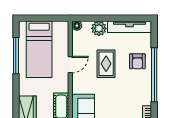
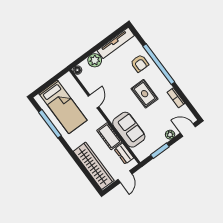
rug: (106, 64) -> (145, 94), moved

